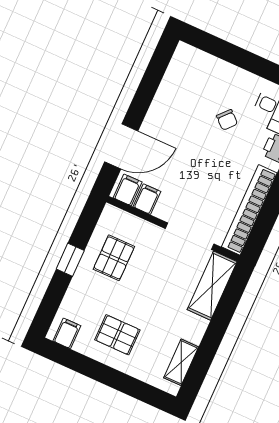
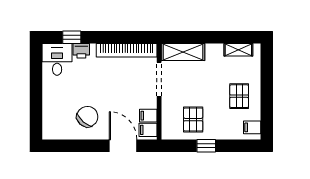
chair: (227, 120) -> (87, 117), moved, width x1.87, depth x1.87
pallet: (114, 258) -> (193, 120), turned 90

